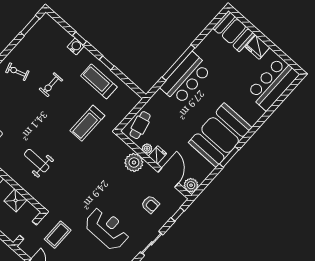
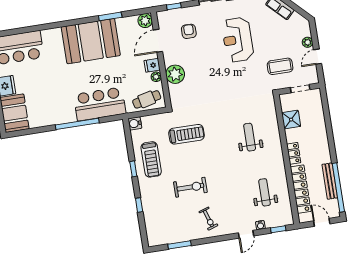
window: (30, 26) -> (180, 245), moved
water cooler: (76, 46) -> (135, 123), moved
bar counter: (186, 78) -> (100, 104), moved
exercise bike: (51, 85) -> (190, 187), width x1.38, depth x1.39
window: (229, 157) -> (110, 16), moved
weight bench: (37, 161) -> (250, 137), turned 180

